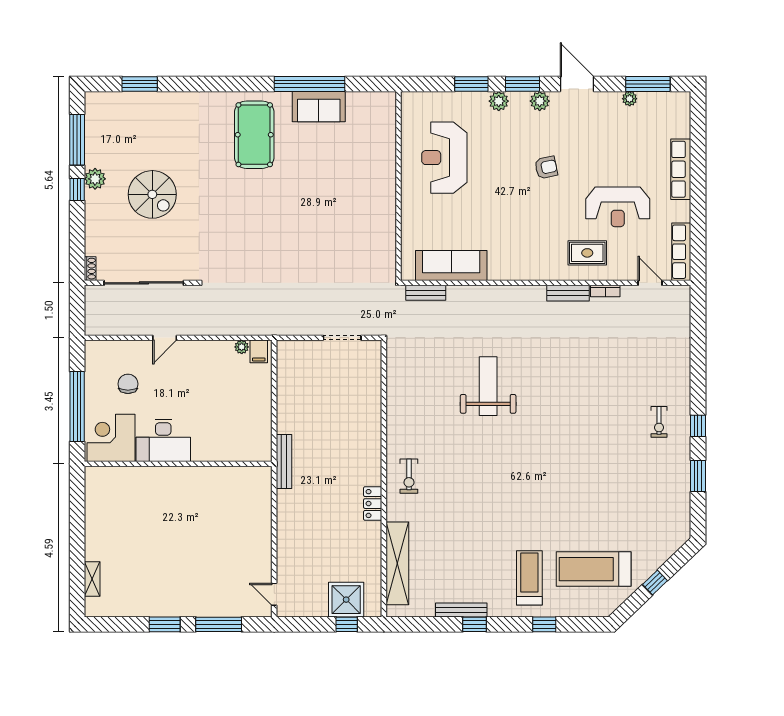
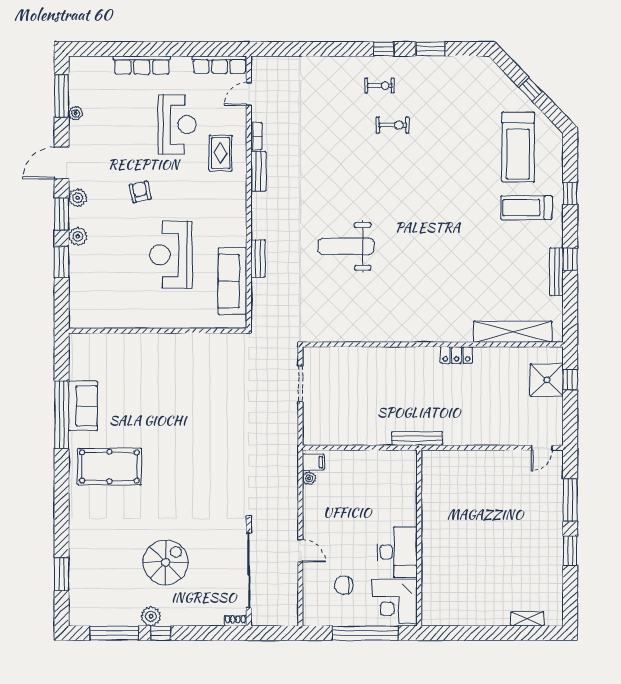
reception desk: (444, 158) -> (171, 255), moved, turned 90
bench: (426, 293) -> (258, 259), moved
exercise bike: (409, 476) -> (393, 125), moved

